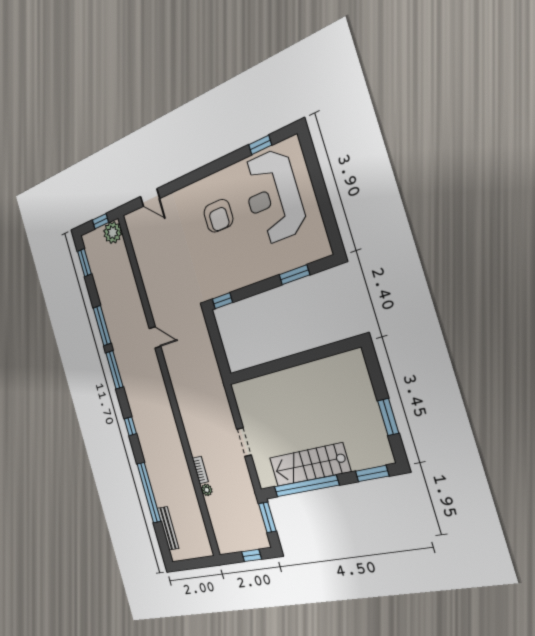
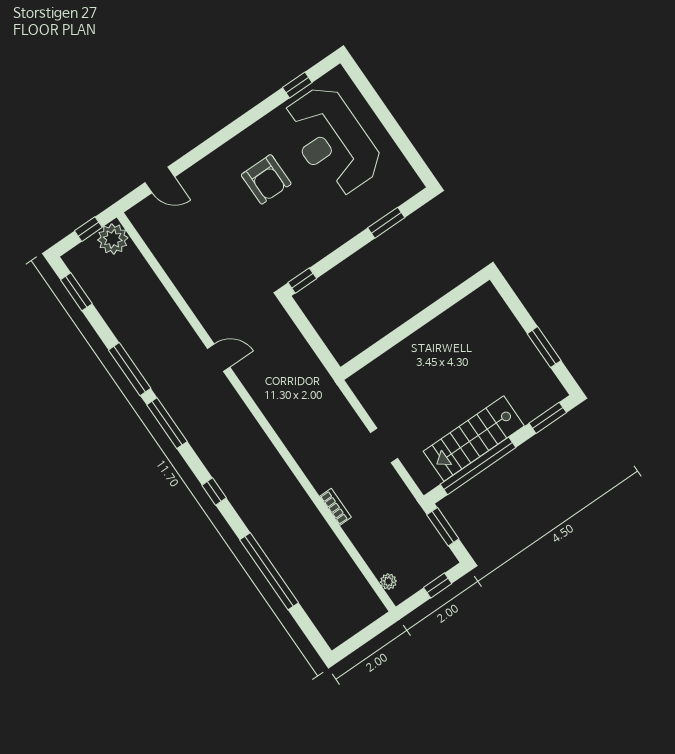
plant: (207, 490) -> (388, 582), moved
bench: (168, 528) -> (312, 607), removed

